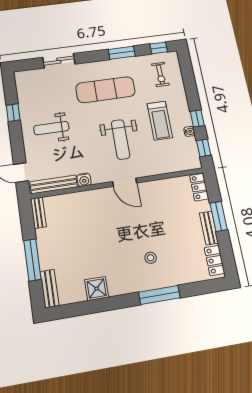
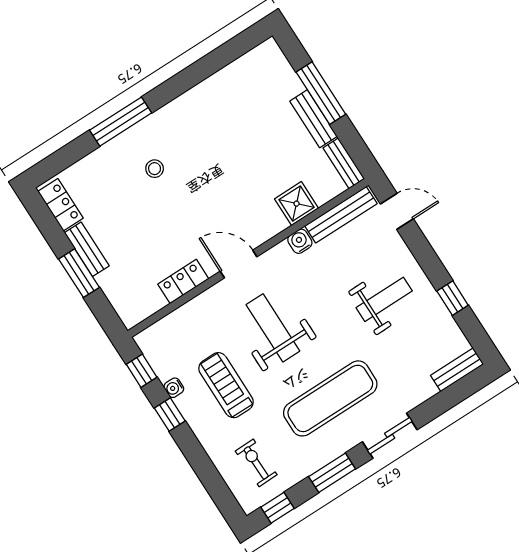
sliding door: (59, 61) -> (390, 436), moved
bench: (29, 75) -> (457, 370), added
locker: (199, 187) -> (183, 281), moved, turned -90
bench: (50, 288) -> (313, 119), moved
shower: (97, 288) -> (297, 204), moved

